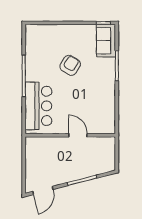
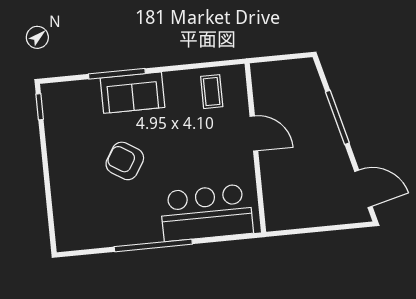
sofa: (106, 41) -> (132, 93), moved
coffee table: (102, 115) -> (212, 92), added
door: (78, 135) -> (254, 133), swing flipped

